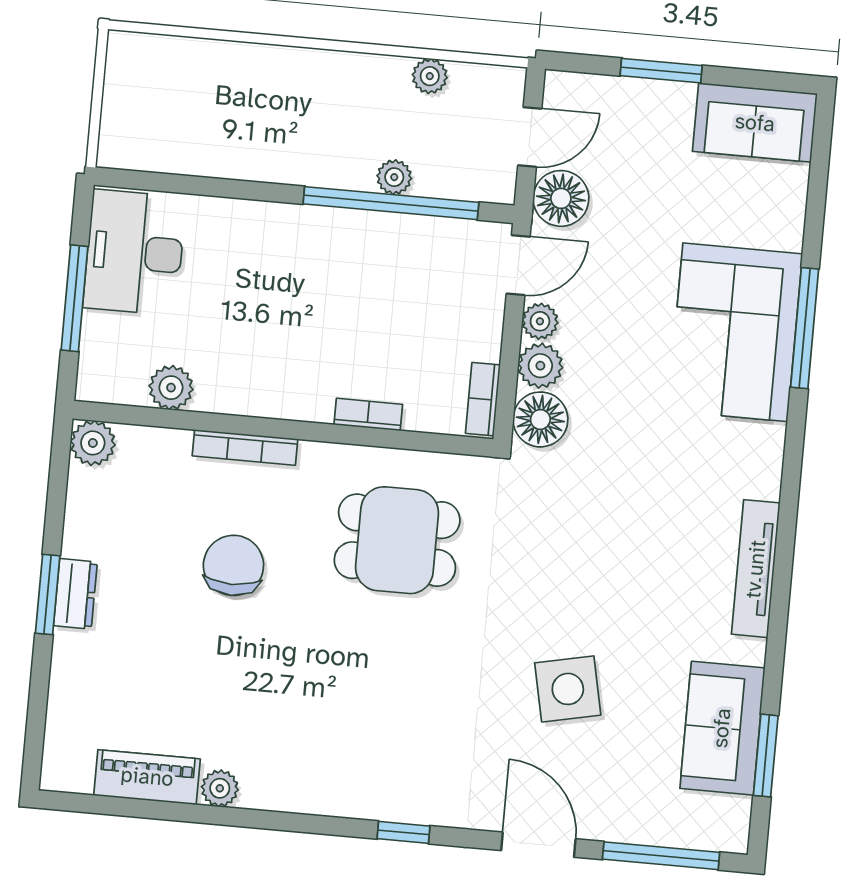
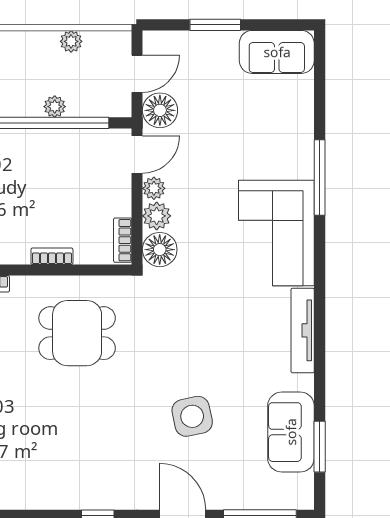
corner sofa: (735, 332) -> (276, 233), moved

